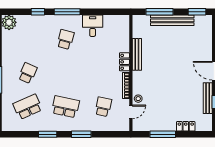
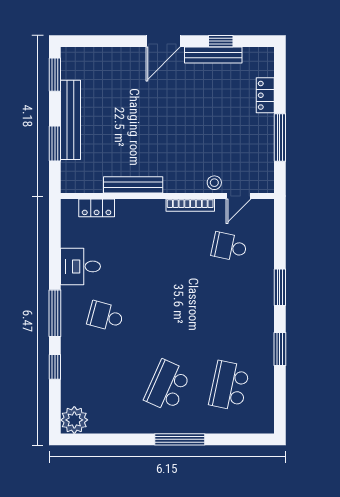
window: (159, 12) -> (55, 144), width x0.69
locker: (124, 62) -> (97, 208), moved
school desk: (28, 73) -> (167, 386), width x1.85
school desk: (28, 107) -> (229, 386), turned 36
school desk: (65, 107) -> (229, 316), removed
door: (131, 112) -> (239, 196), swing flipped

